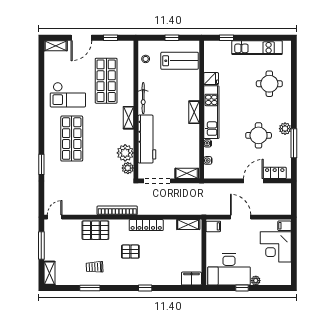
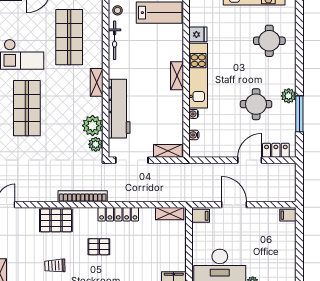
bicycle: (143, 98) -> (115, 40), moved
corner desk: (276, 247) -> (277, 241), removed

